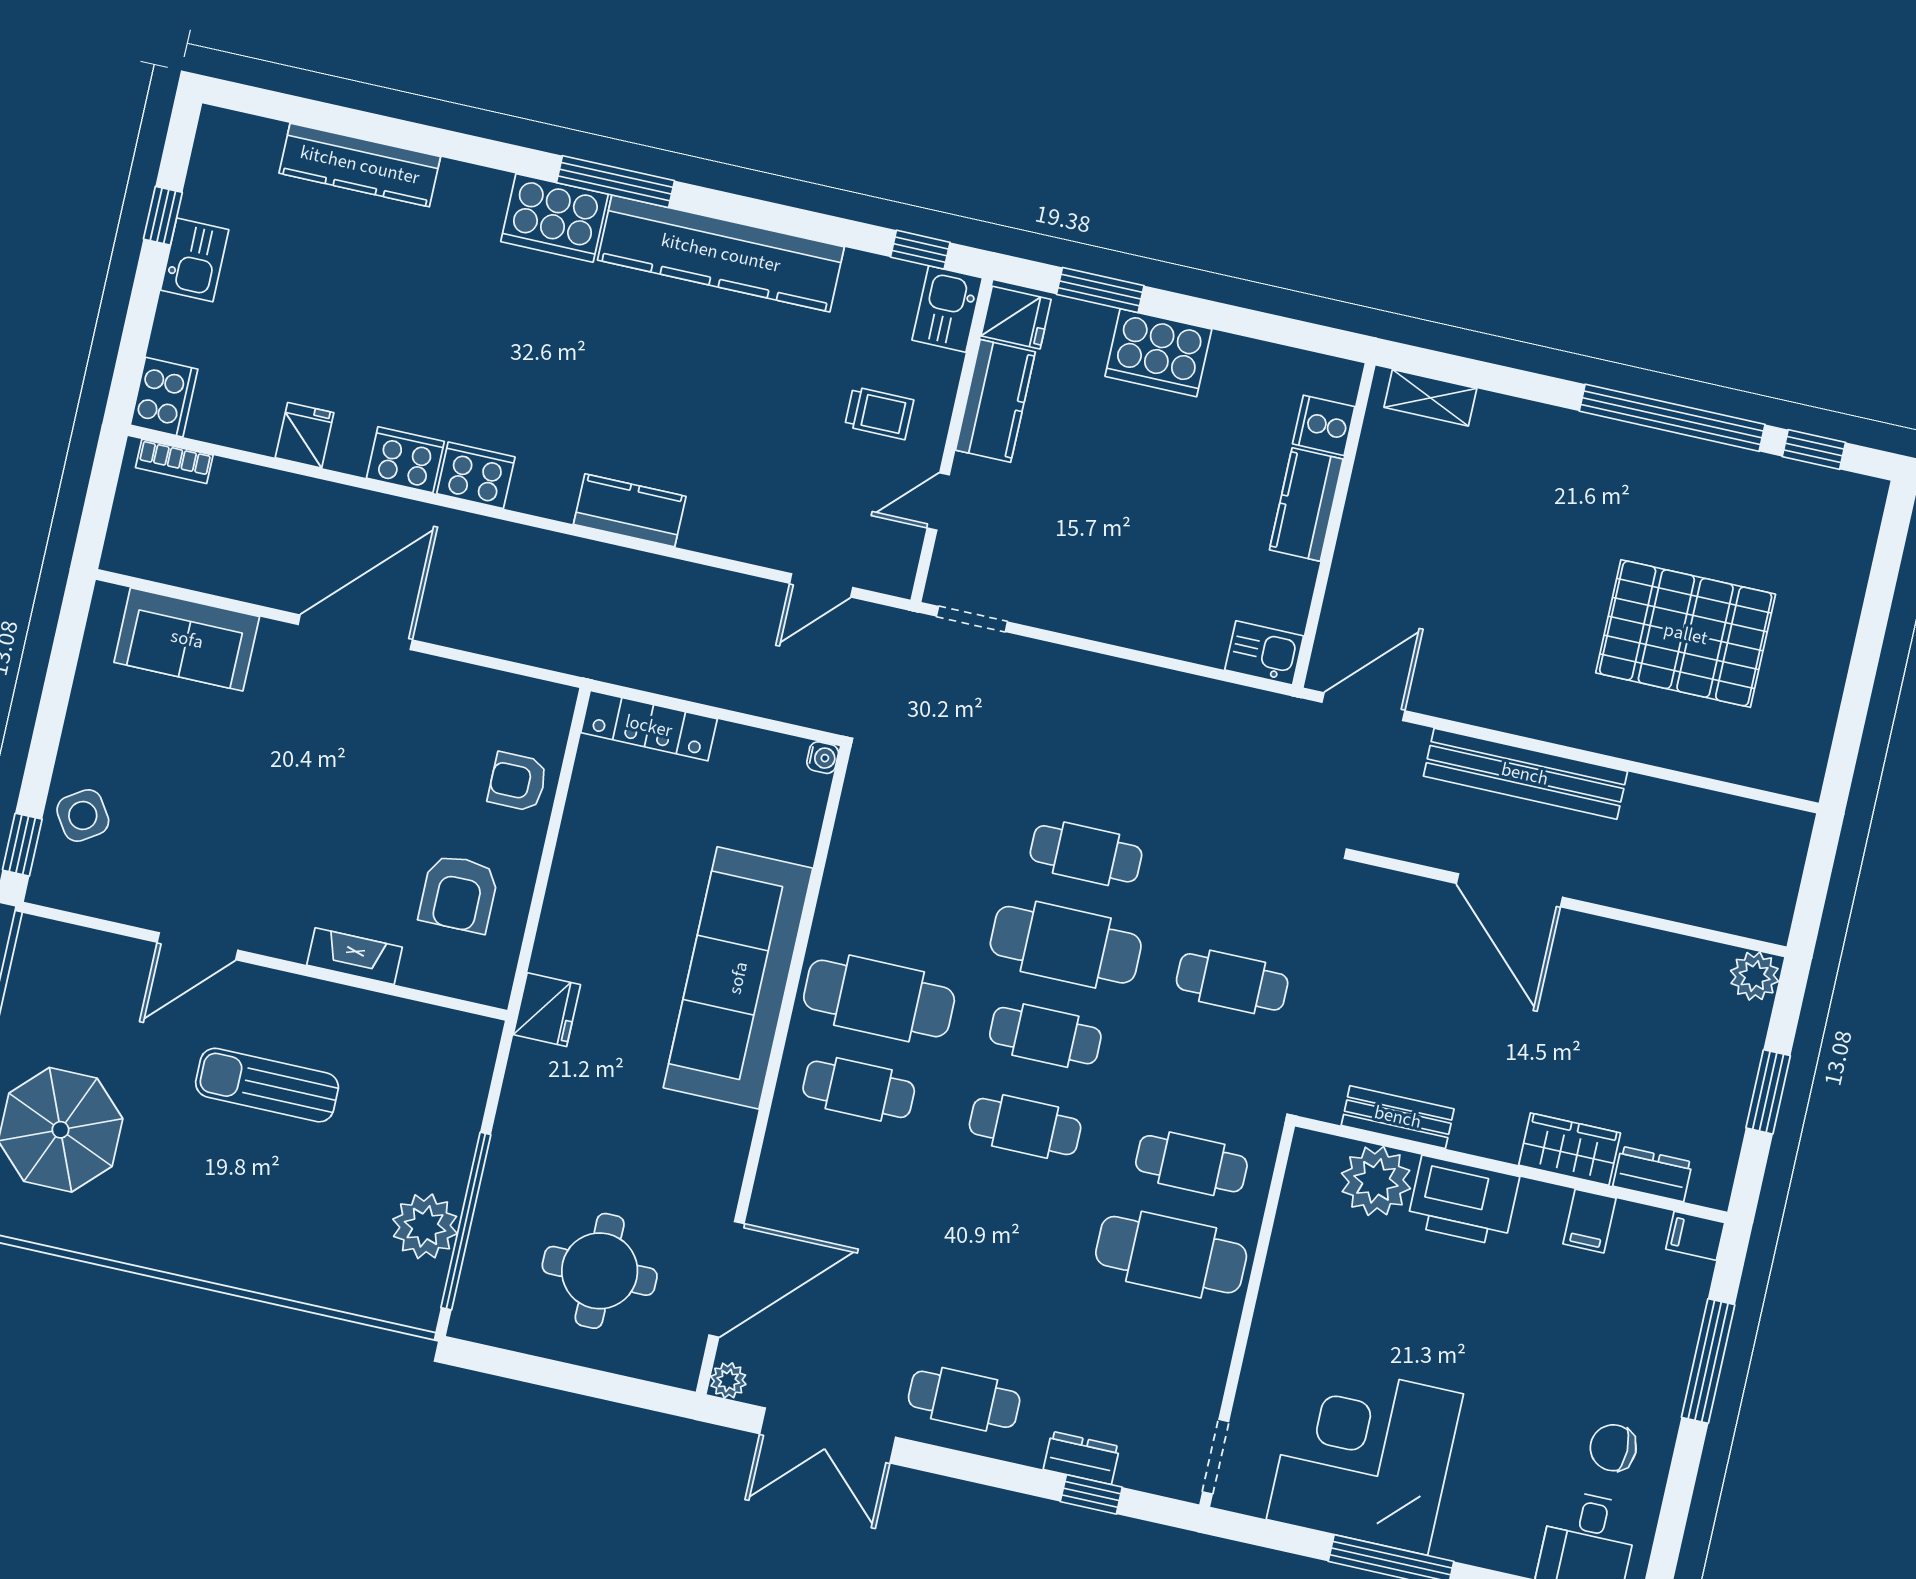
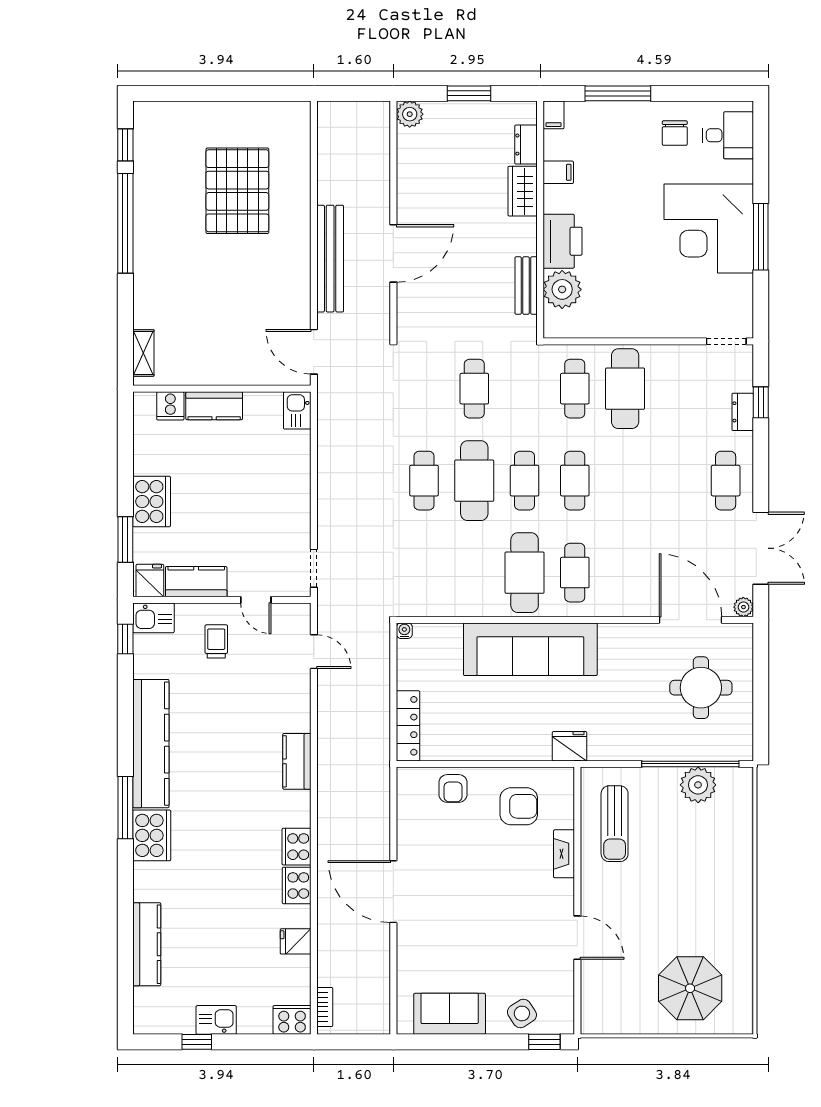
sofa: (187, 639) -> (450, 1014), moved, turned -90
sun lounger: (267, 1085) -> (615, 824), moved
corner desk: (1365, 1457) -> (709, 228), moved

